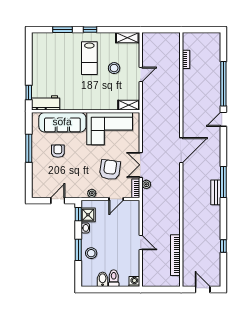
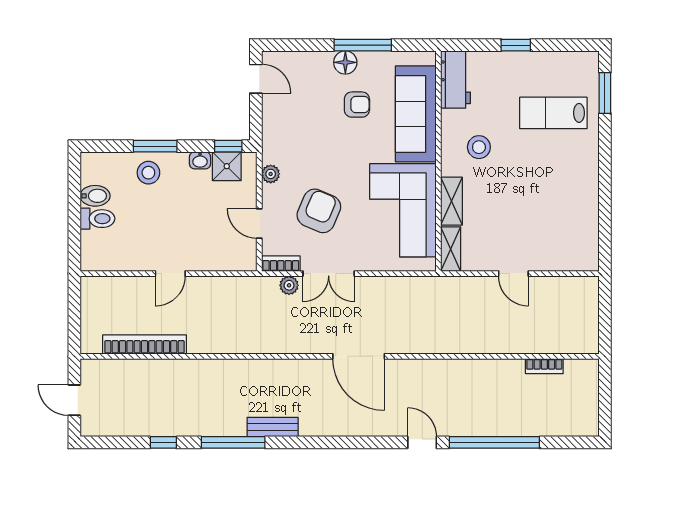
window: (62, 30) -> (605, 93), moved
window: (90, 30) -> (605, 170), removed
shelving: (127, 38) -> (452, 201), moved
lab bench: (89, 58) -> (553, 113), moved
stool: (114, 68) -> (479, 147), moved
window: (29, 93) -> (516, 45), moved
floor lamp: (37, 157) -> (345, 62), added
double door: (141, 165) -> (329, 274), swing flipped
armchair: (110, 170) -> (319, 211), turned -75
window: (223, 182) -> (233, 442), moved
door: (58, 201) -> (256, 79), moved
washing machine: (134, 282) -> (91, 261), removed
door: (203, 289) -> (74, 400), swing flipped

